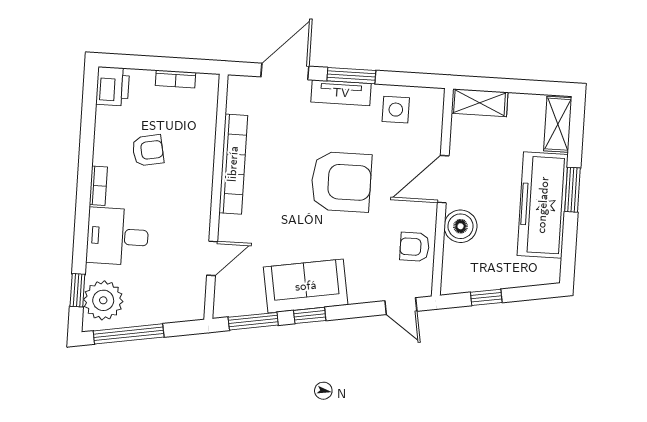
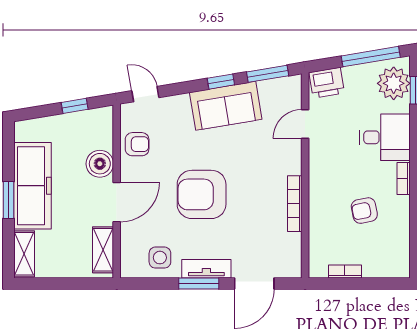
printer: (113, 86) -> (327, 83), moved, turned -99
shelving: (480, 103) -> (103, 250), moved, turned 90
bookcase: (233, 164) -> (295, 204), width x0.68, depth x0.76

